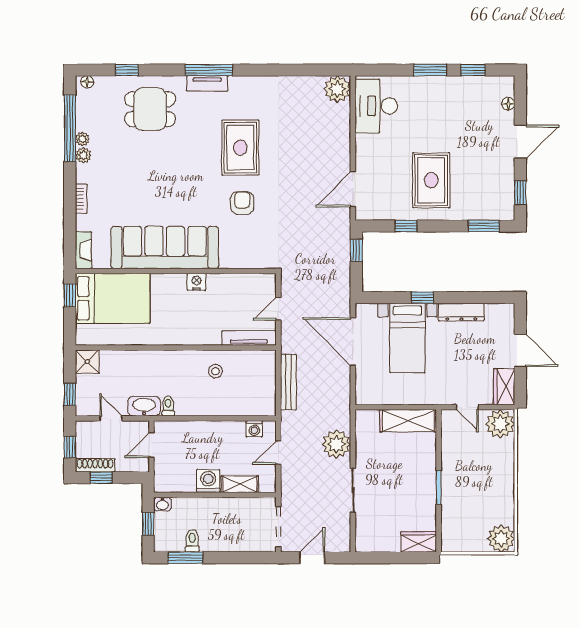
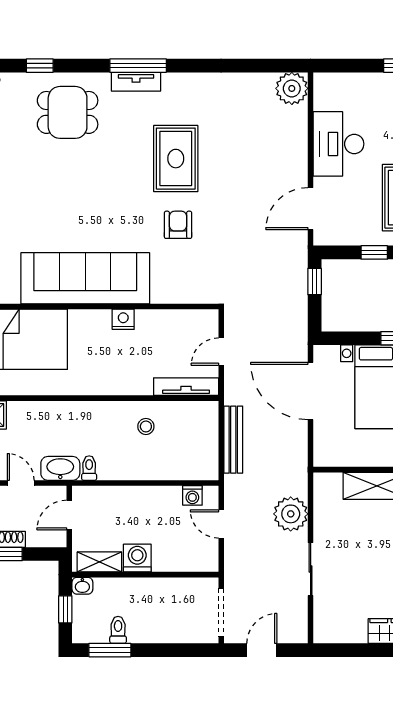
desk: (376, 106) -> (339, 144), moved
door: (278, 453) -> (221, 524), hinge flipped
shelving: (240, 484) -> (99, 562), moved

